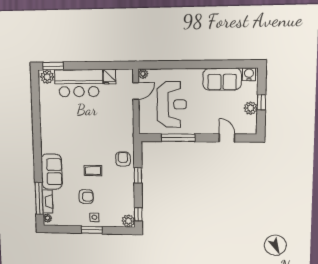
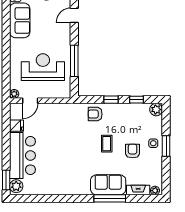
door: (136, 91) -> (30, 101), swing flipped
window: (39, 198) -> (110, 198), moved
window: (138, 214) -> (137, 100), moved

